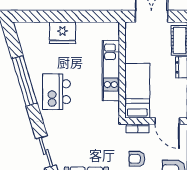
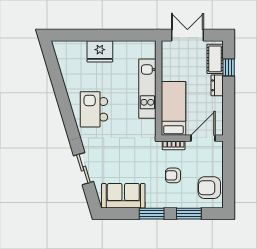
window: (25, 81) -> (63, 99), removed
door: (167, 121) -> (203, 138), swing flipped

